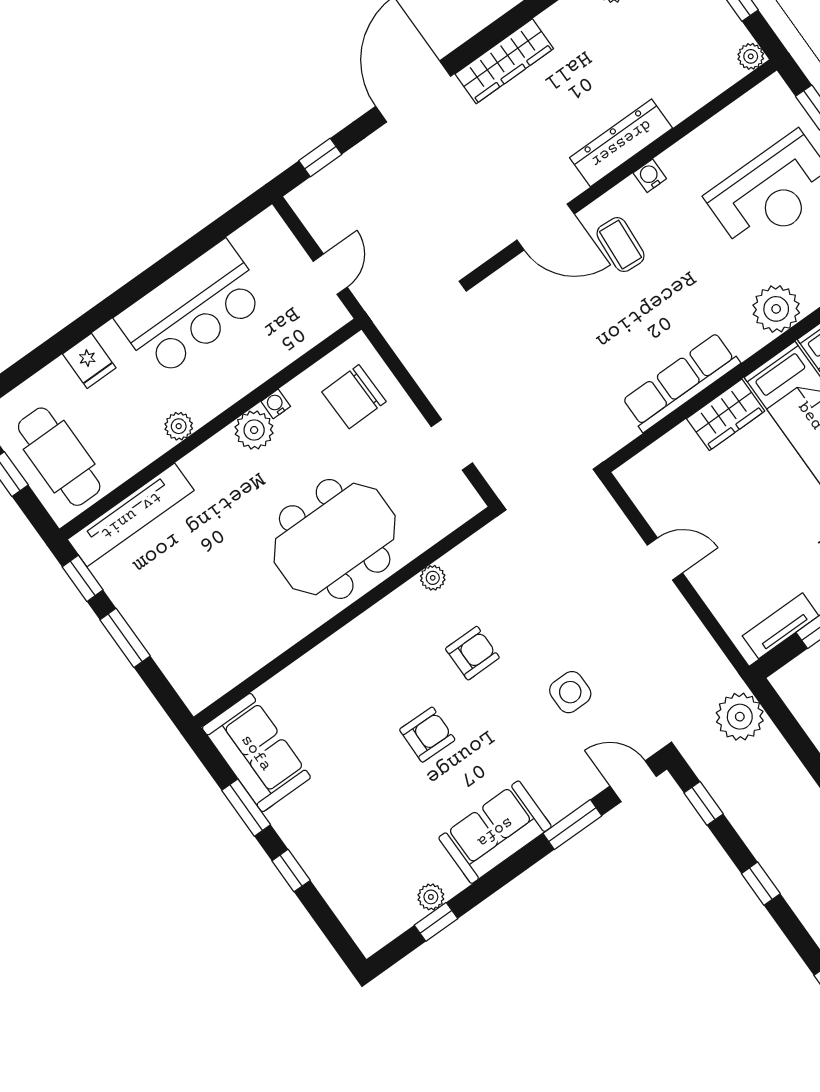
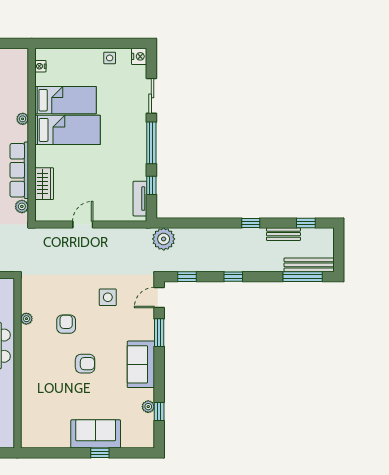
plant: (776, 309) -> (23, 119), width x0.53, depth x0.53
wardrobe: (726, 415) -> (44, 184), moved
plant: (621, 431) -> (22, 206), added
armchair: (427, 735) -> (85, 364), turned 89
sofa: (256, 753) -> (96, 434), moved
window: (246, 808) -> (63, 453), removed

